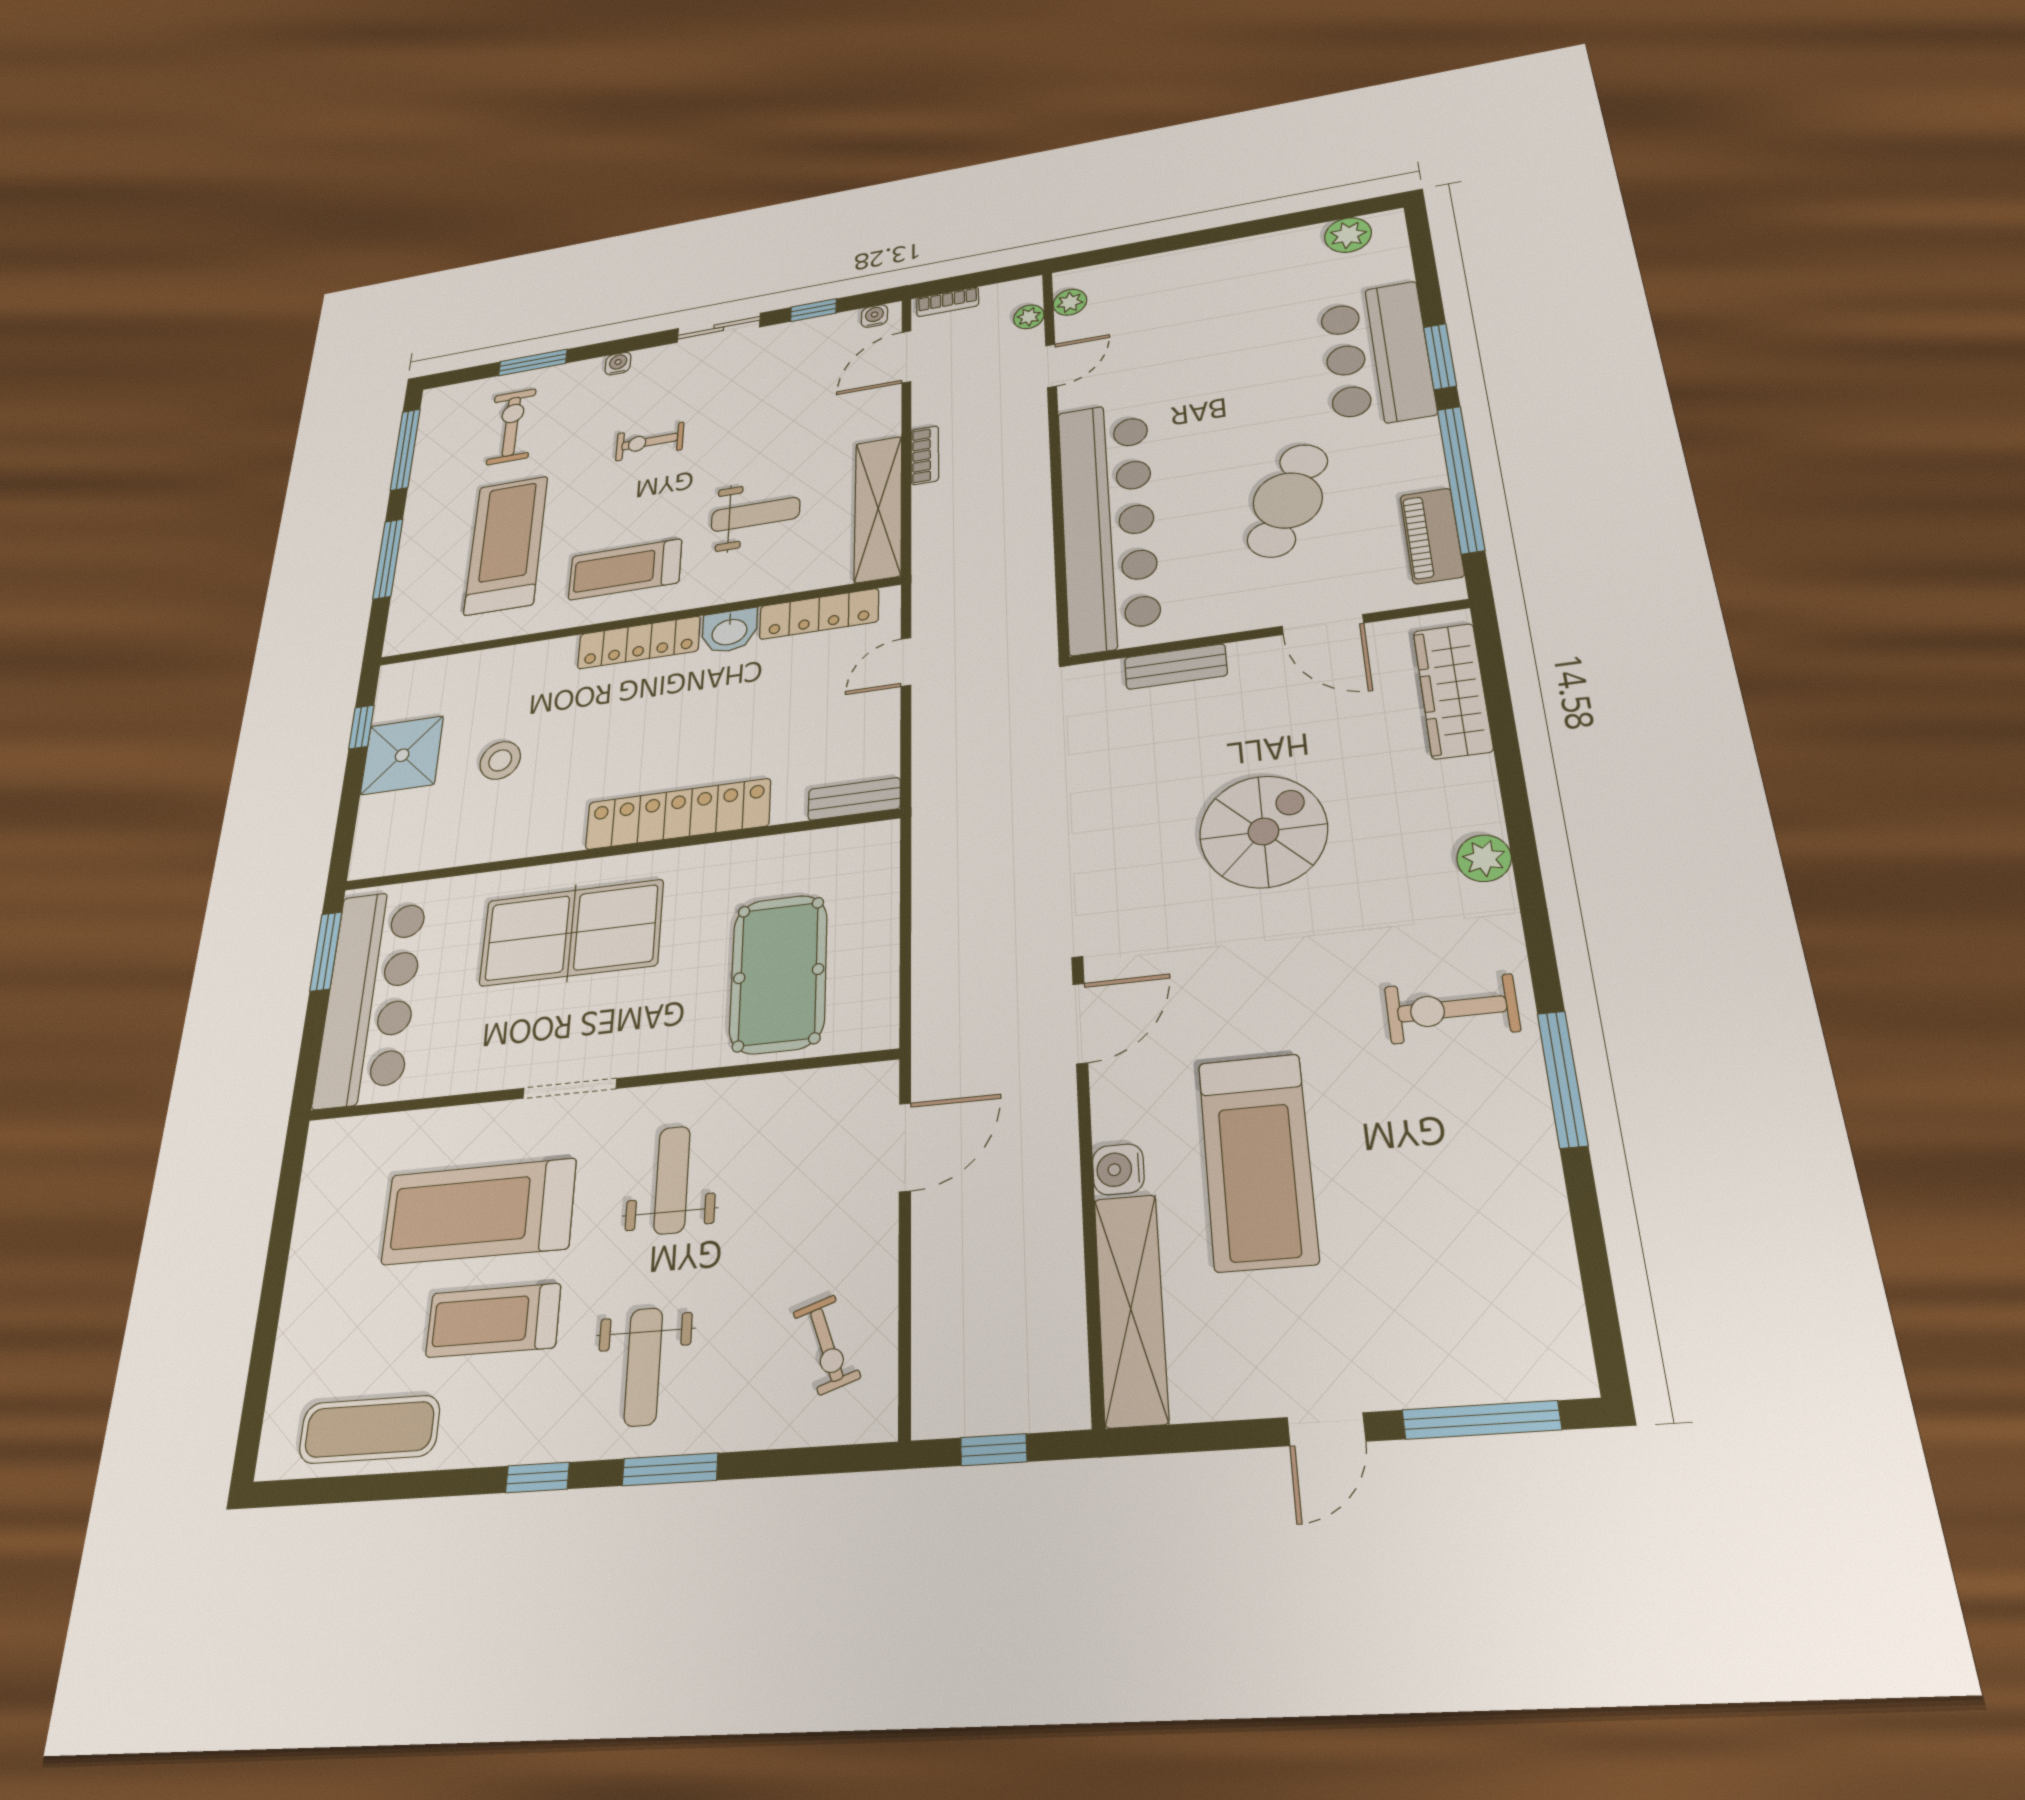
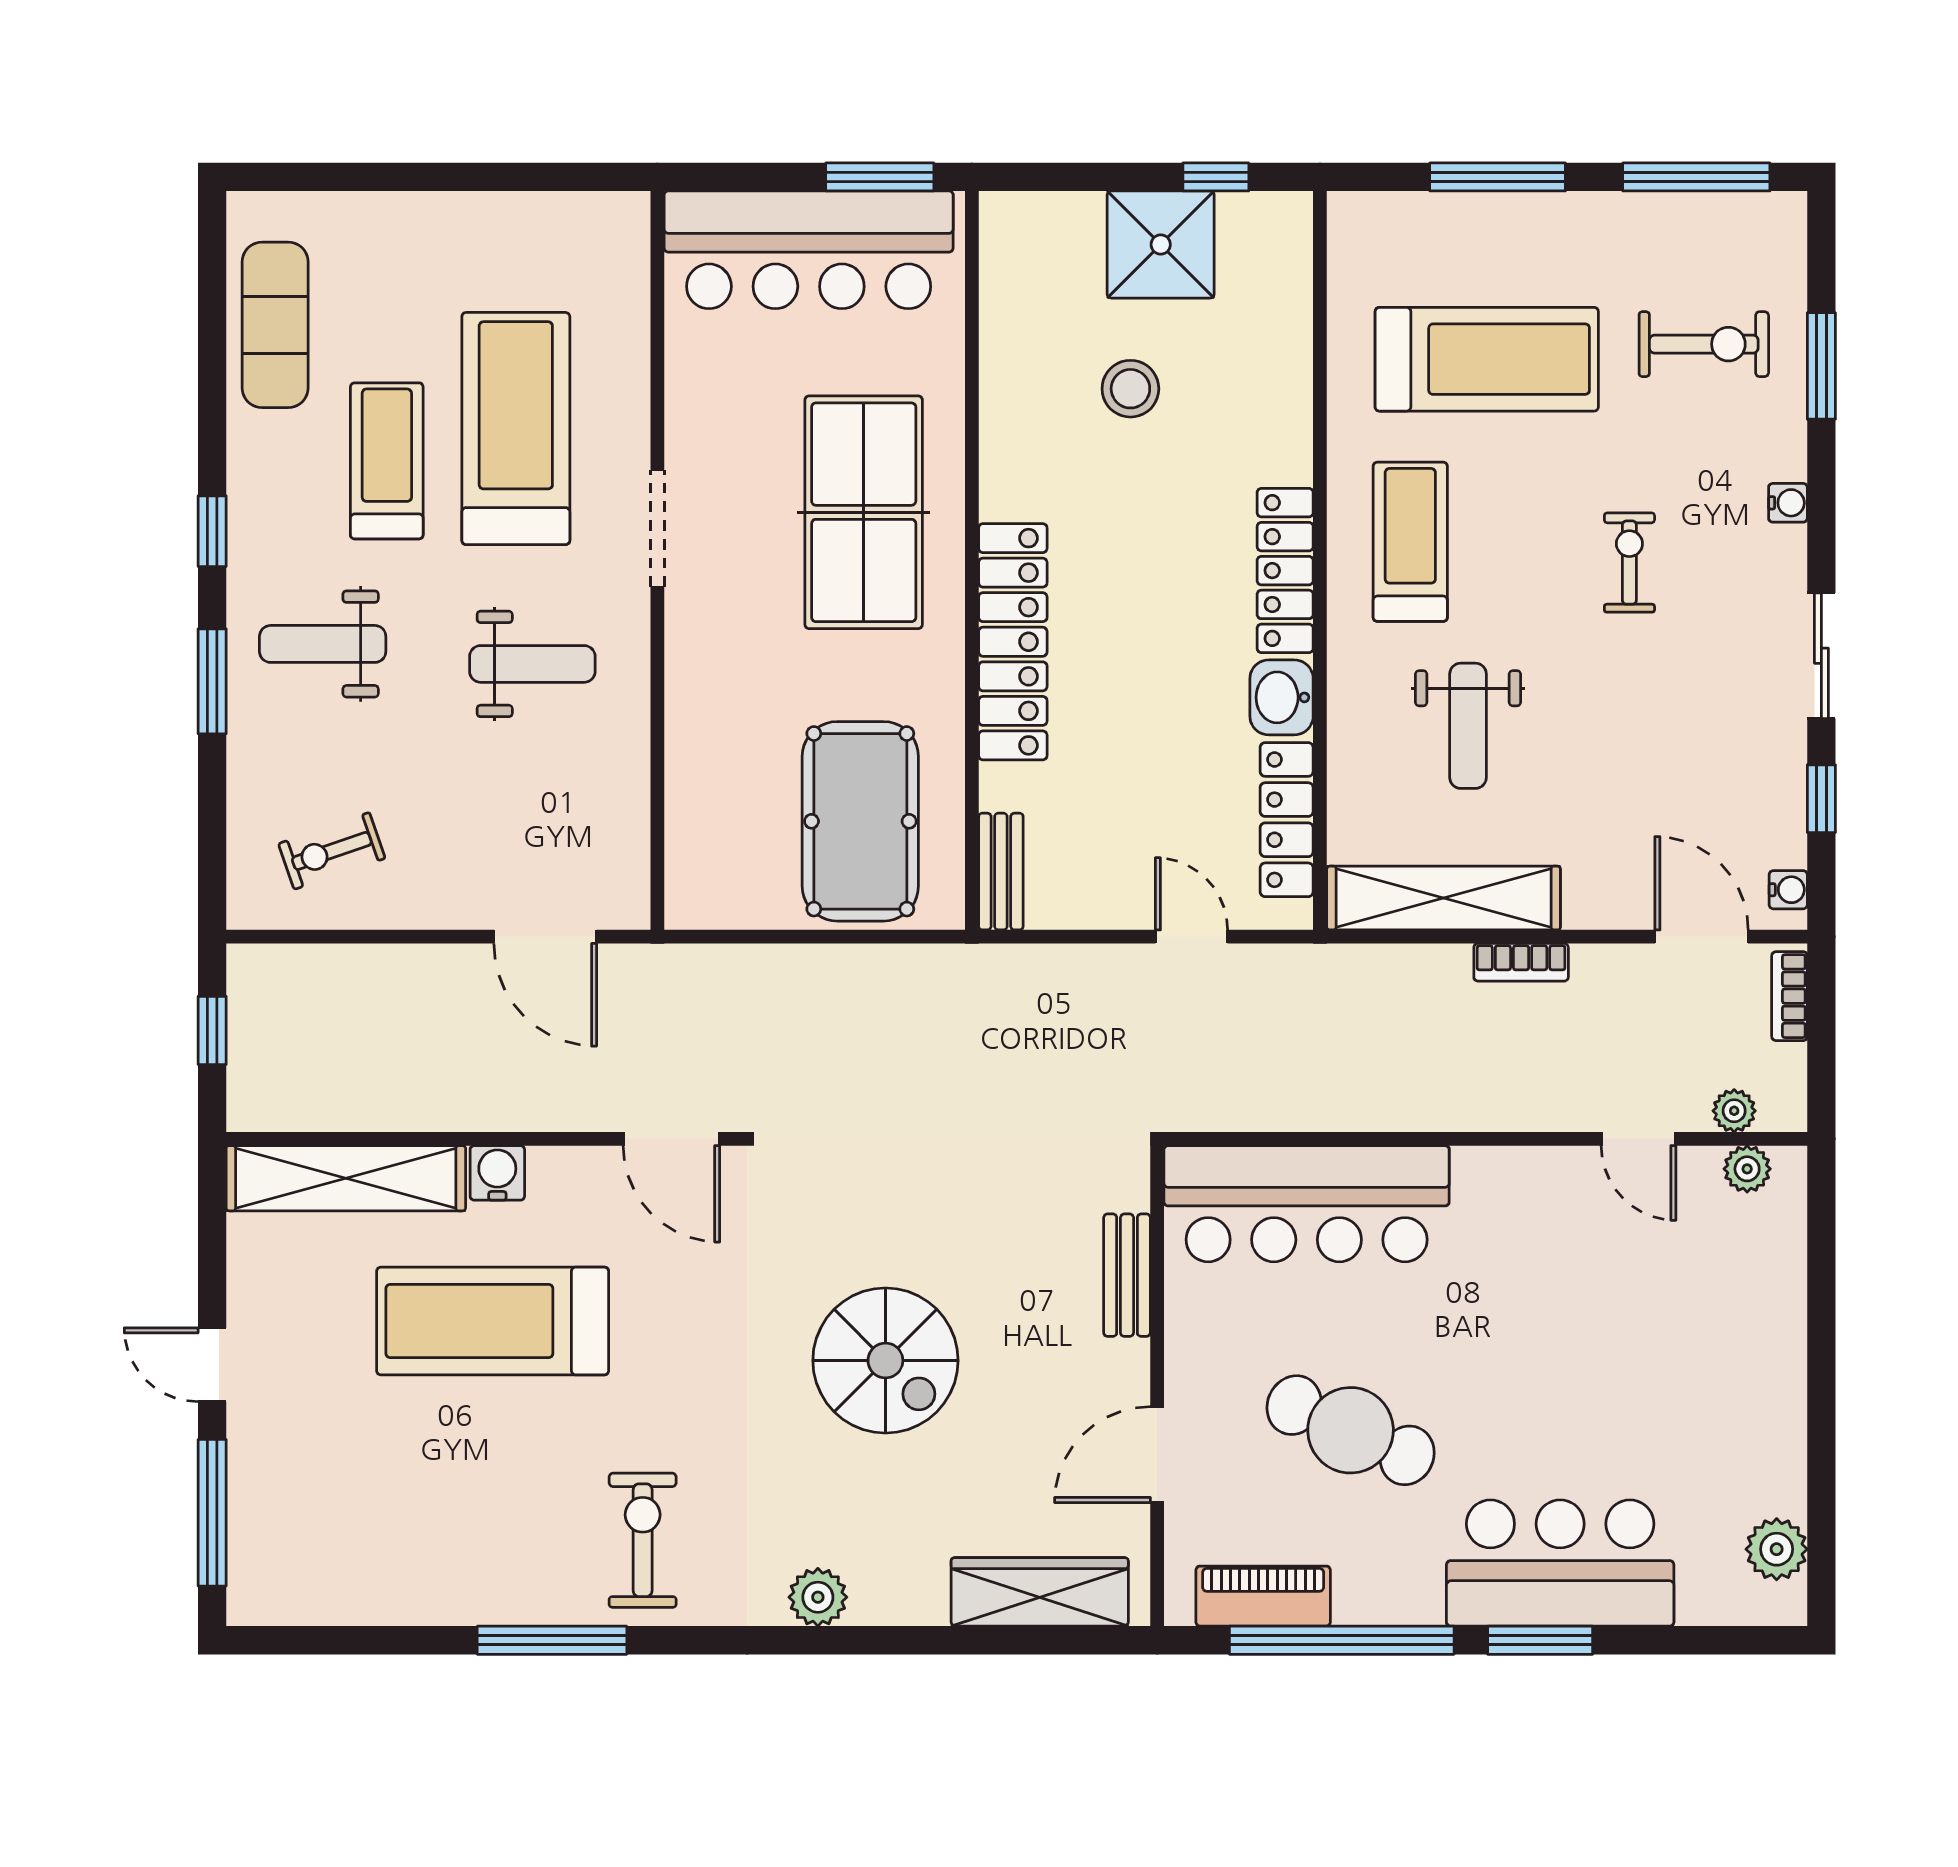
bar counter: (1108, 524) -> (1307, 1204), width x0.73
pool table: (778, 974) -> (860, 821), moved, turned 90

